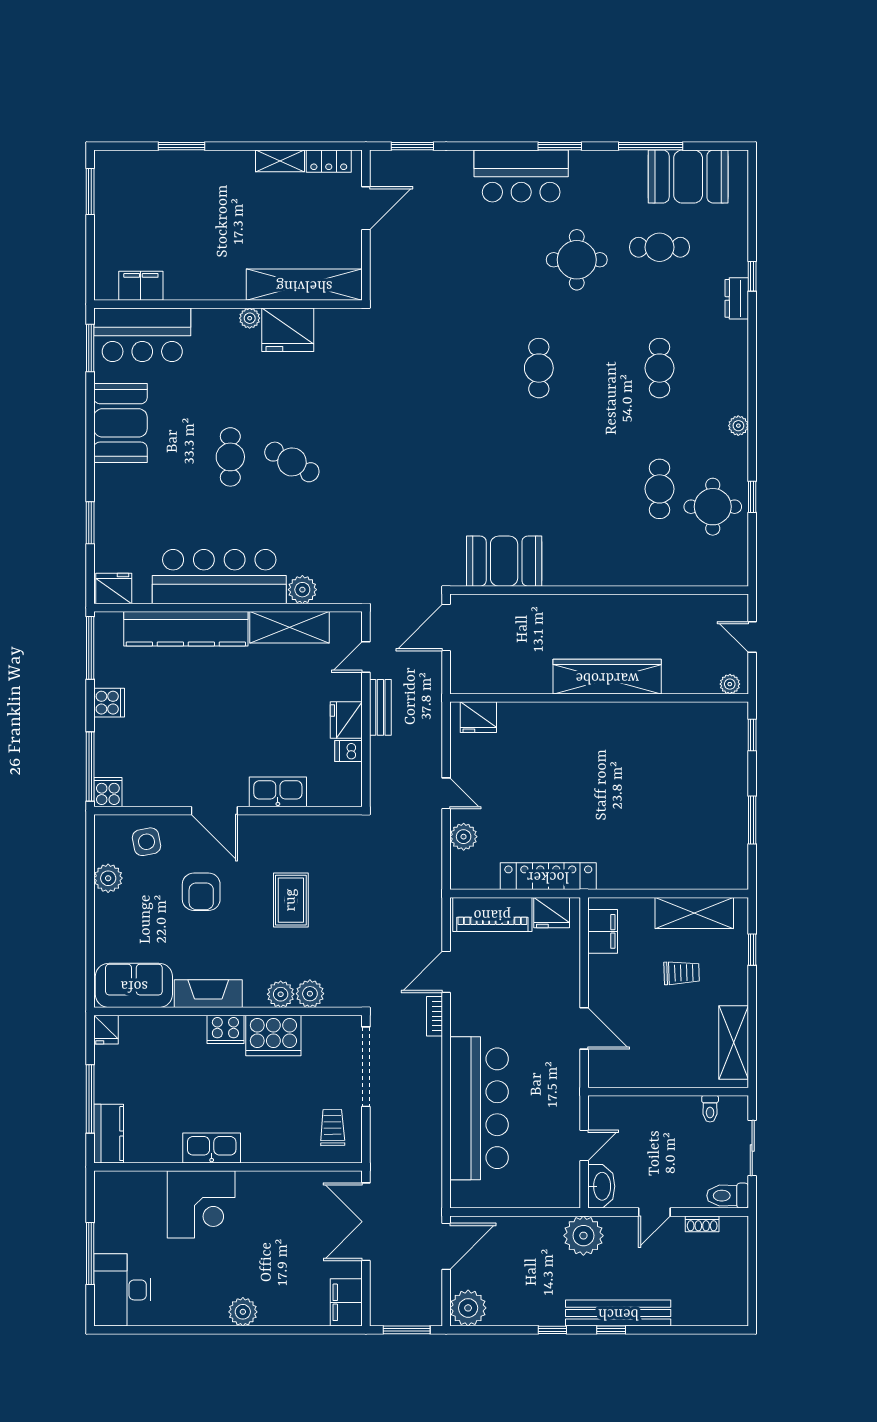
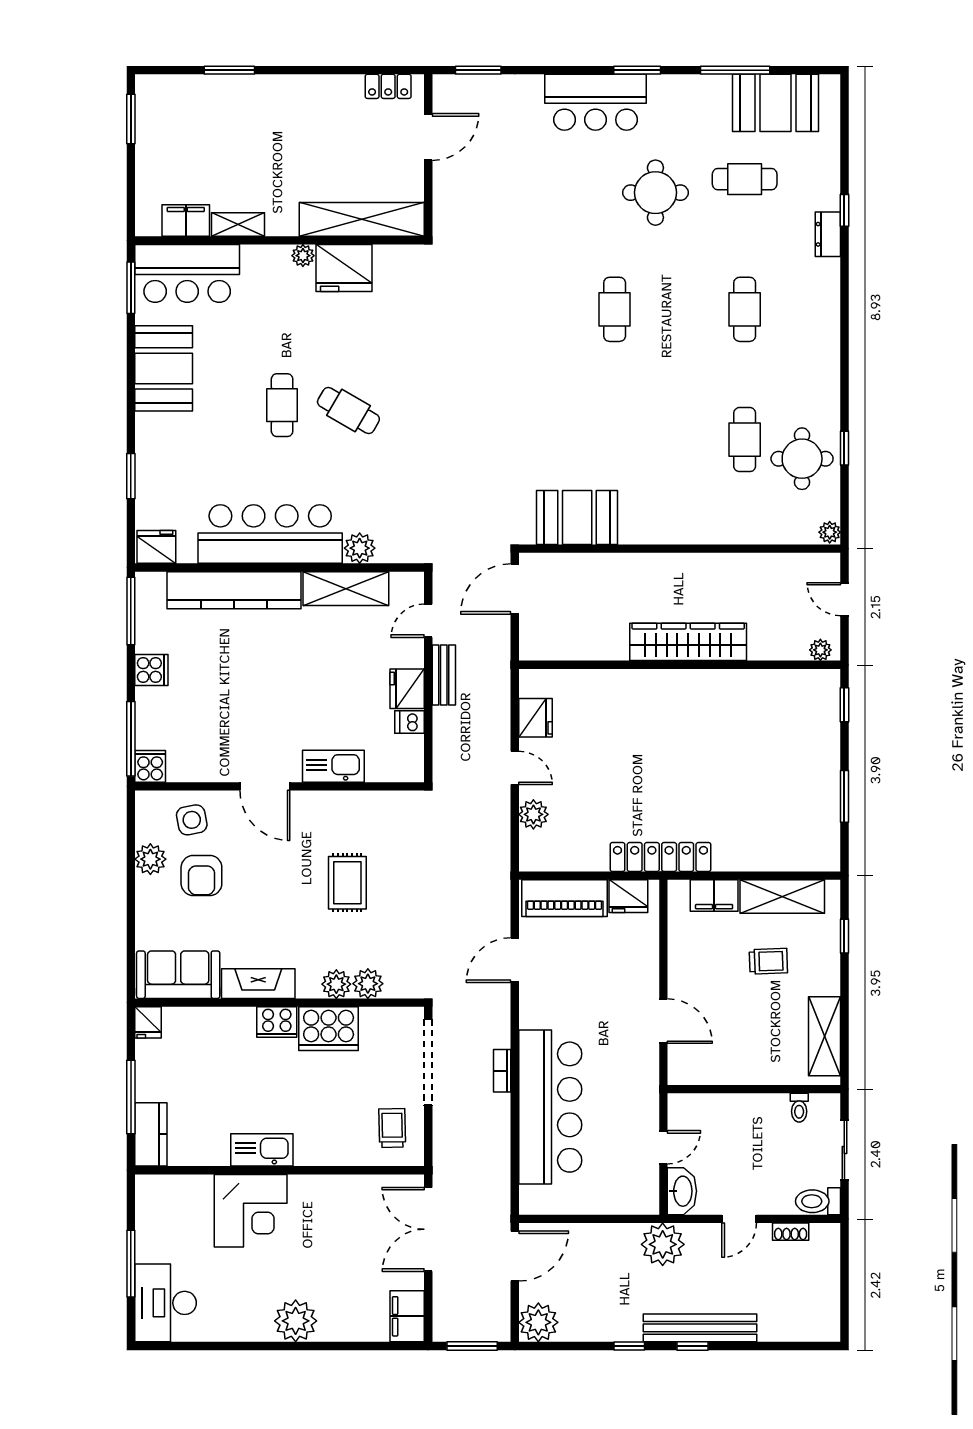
shelving: (280, 161) -> (238, 225), moved
plant: (738, 426) -> (830, 532), moved
fridge: (478, 717) -> (535, 718), moved, turned -90
locker: (548, 876) -> (660, 857), moved
armchair: (201, 892) -> (201, 875), moved
filing cabinet: (603, 931) -> (714, 896), moved, turned 90
bookcase: (434, 1016) -> (502, 1071), moved
plant: (243, 1312) -> (296, 1321), width x1.36, depth x1.36

